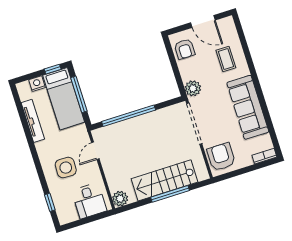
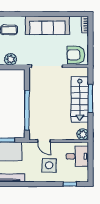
plant: (193, 88) -> (11, 59), moved

